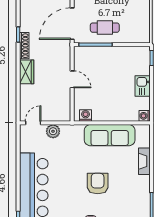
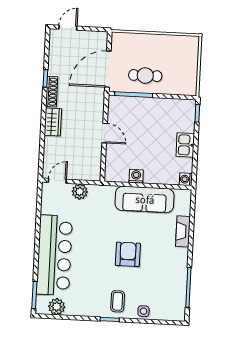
washing machine: (86, 115) -> (136, 176), moved

